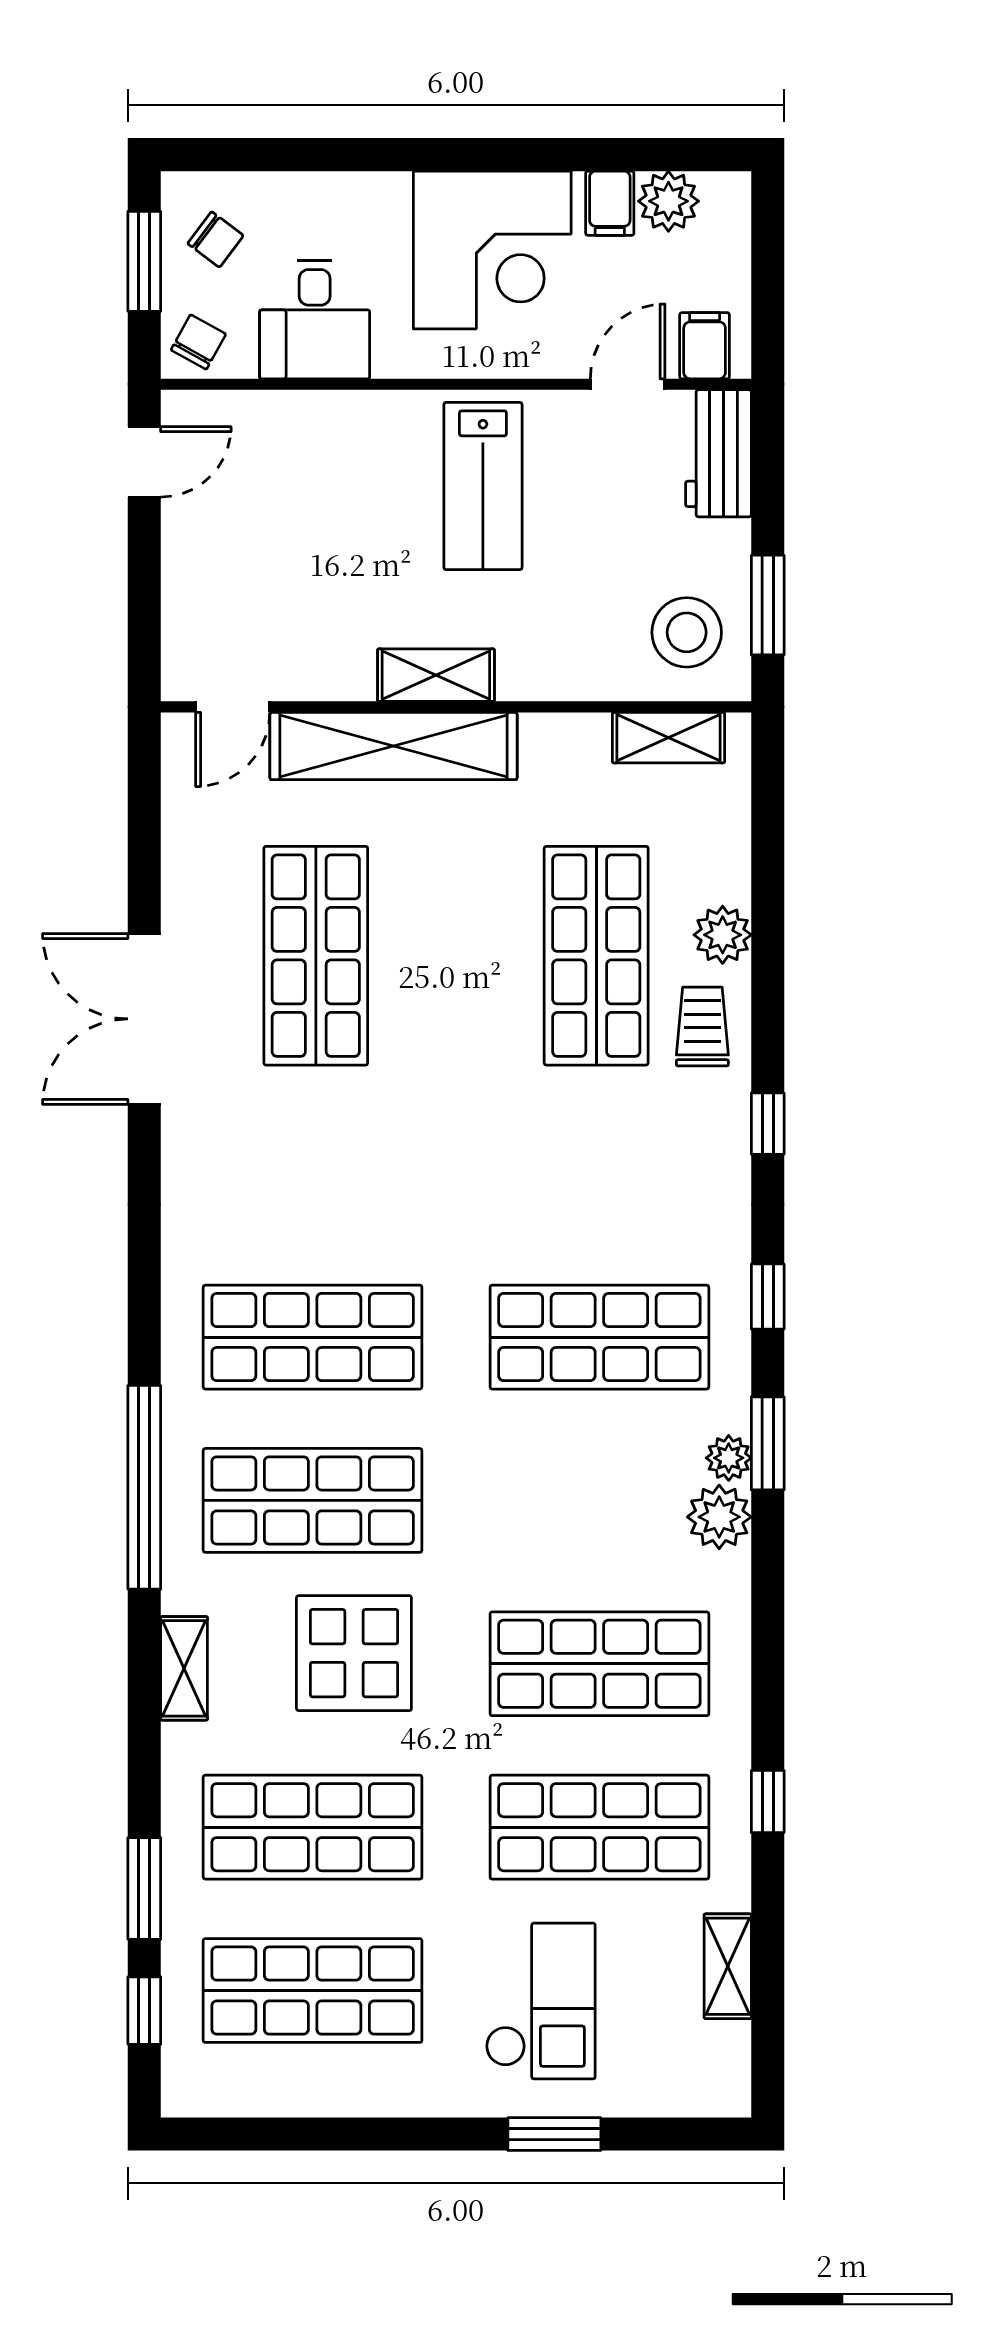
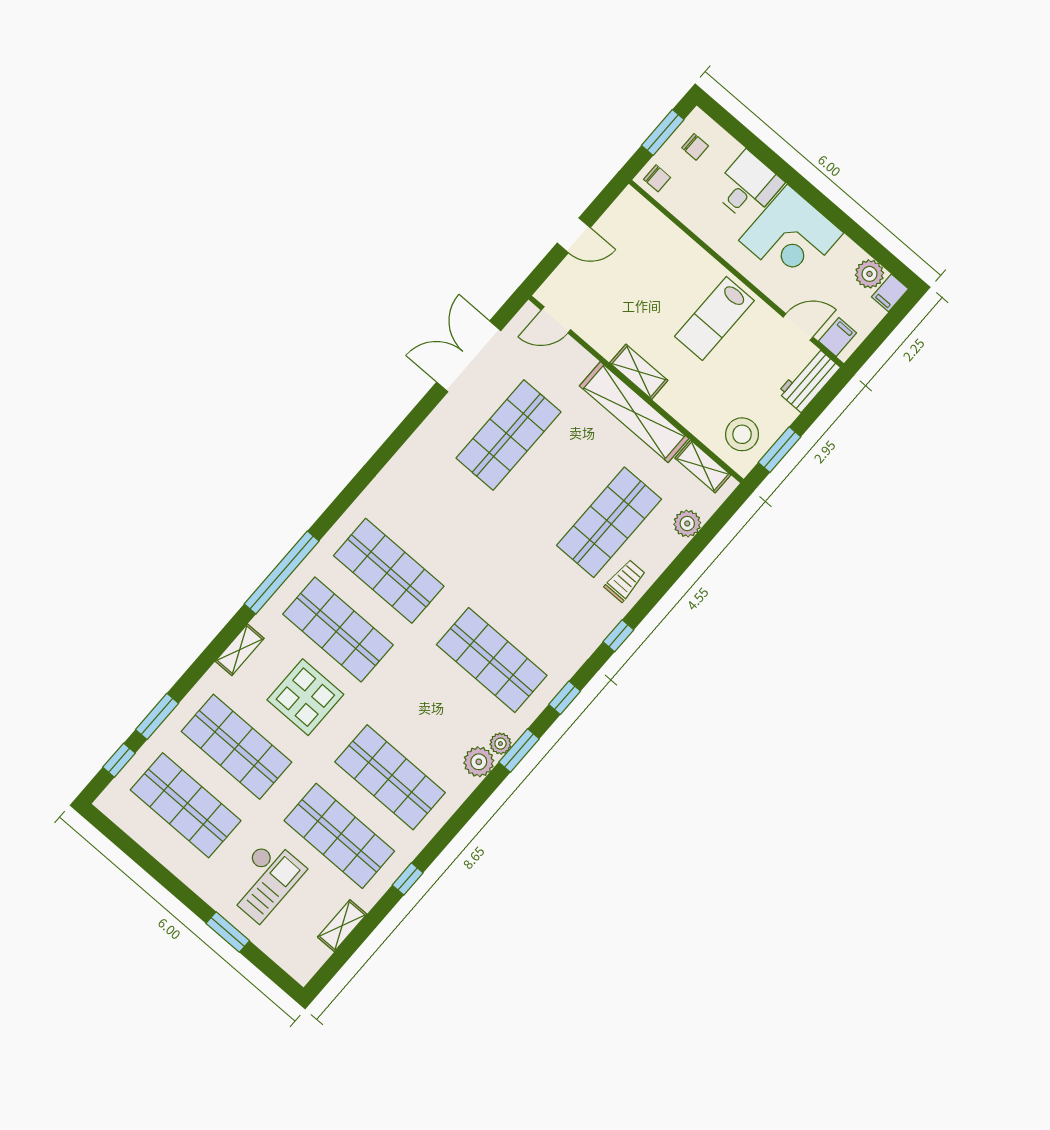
filing cabinet: (610, 203) -> (890, 293), moved
chair: (215, 239) -> (695, 147), turned -37
desk: (315, 319) -> (748, 187), moved, turned 180
chair: (198, 342) -> (657, 178), turned 61
door: (144, 462) -> (574, 235), moved
shelving: (393, 746) -> (634, 412), moved
plant: (723, 935) -> (687, 524), moved
double door: (144, 1019) -> (469, 356), moved

